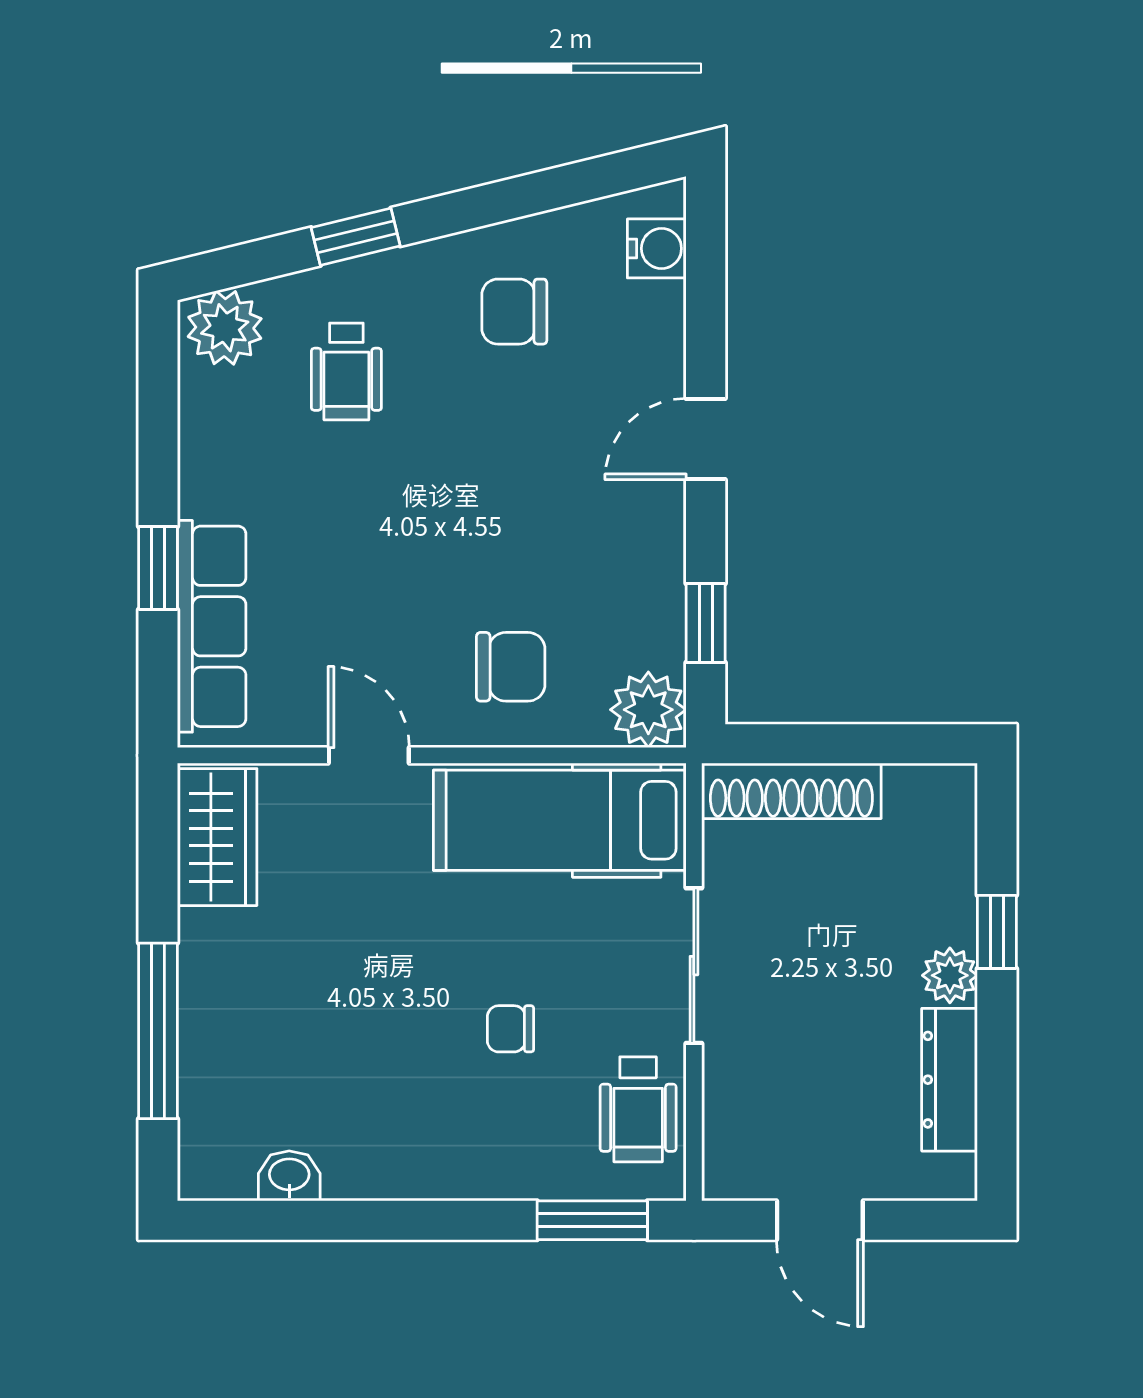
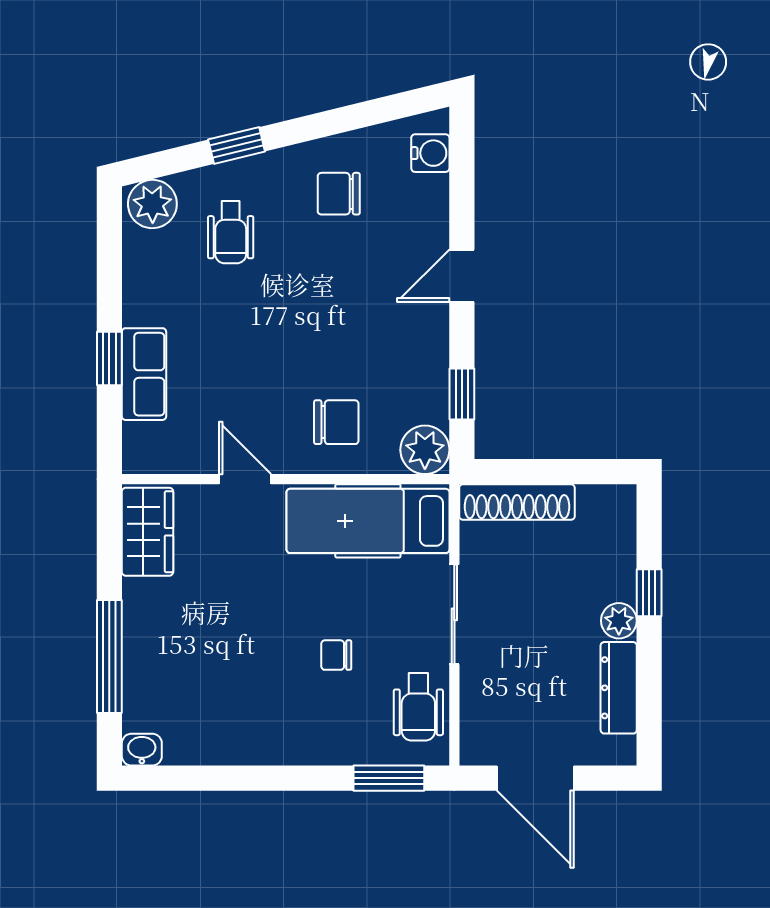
row of seats: (212, 626) -> (144, 374), width x0.68
washbasin: (289, 1176) -> (142, 750), moved
door: (820, 1220) -> (535, 778), width x1.38

